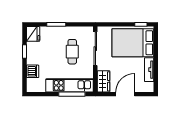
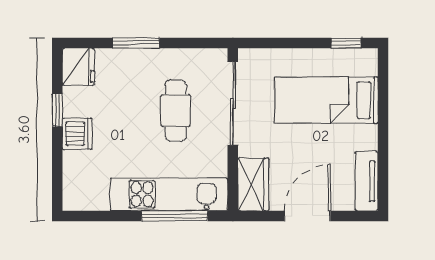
bed: (133, 43) -> (326, 100), width x0.67
tv unit: (149, 70) -> (366, 181), moved
dishwasher: (33, 71) -> (77, 134), moved

